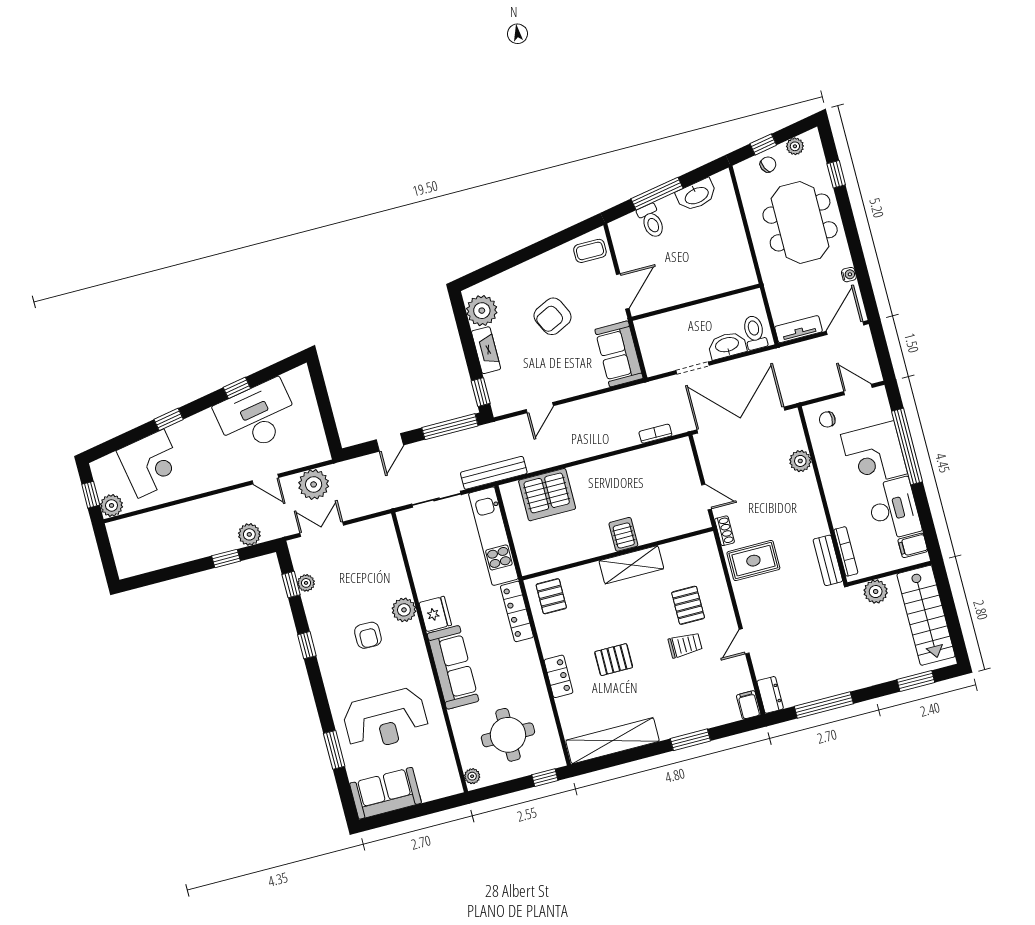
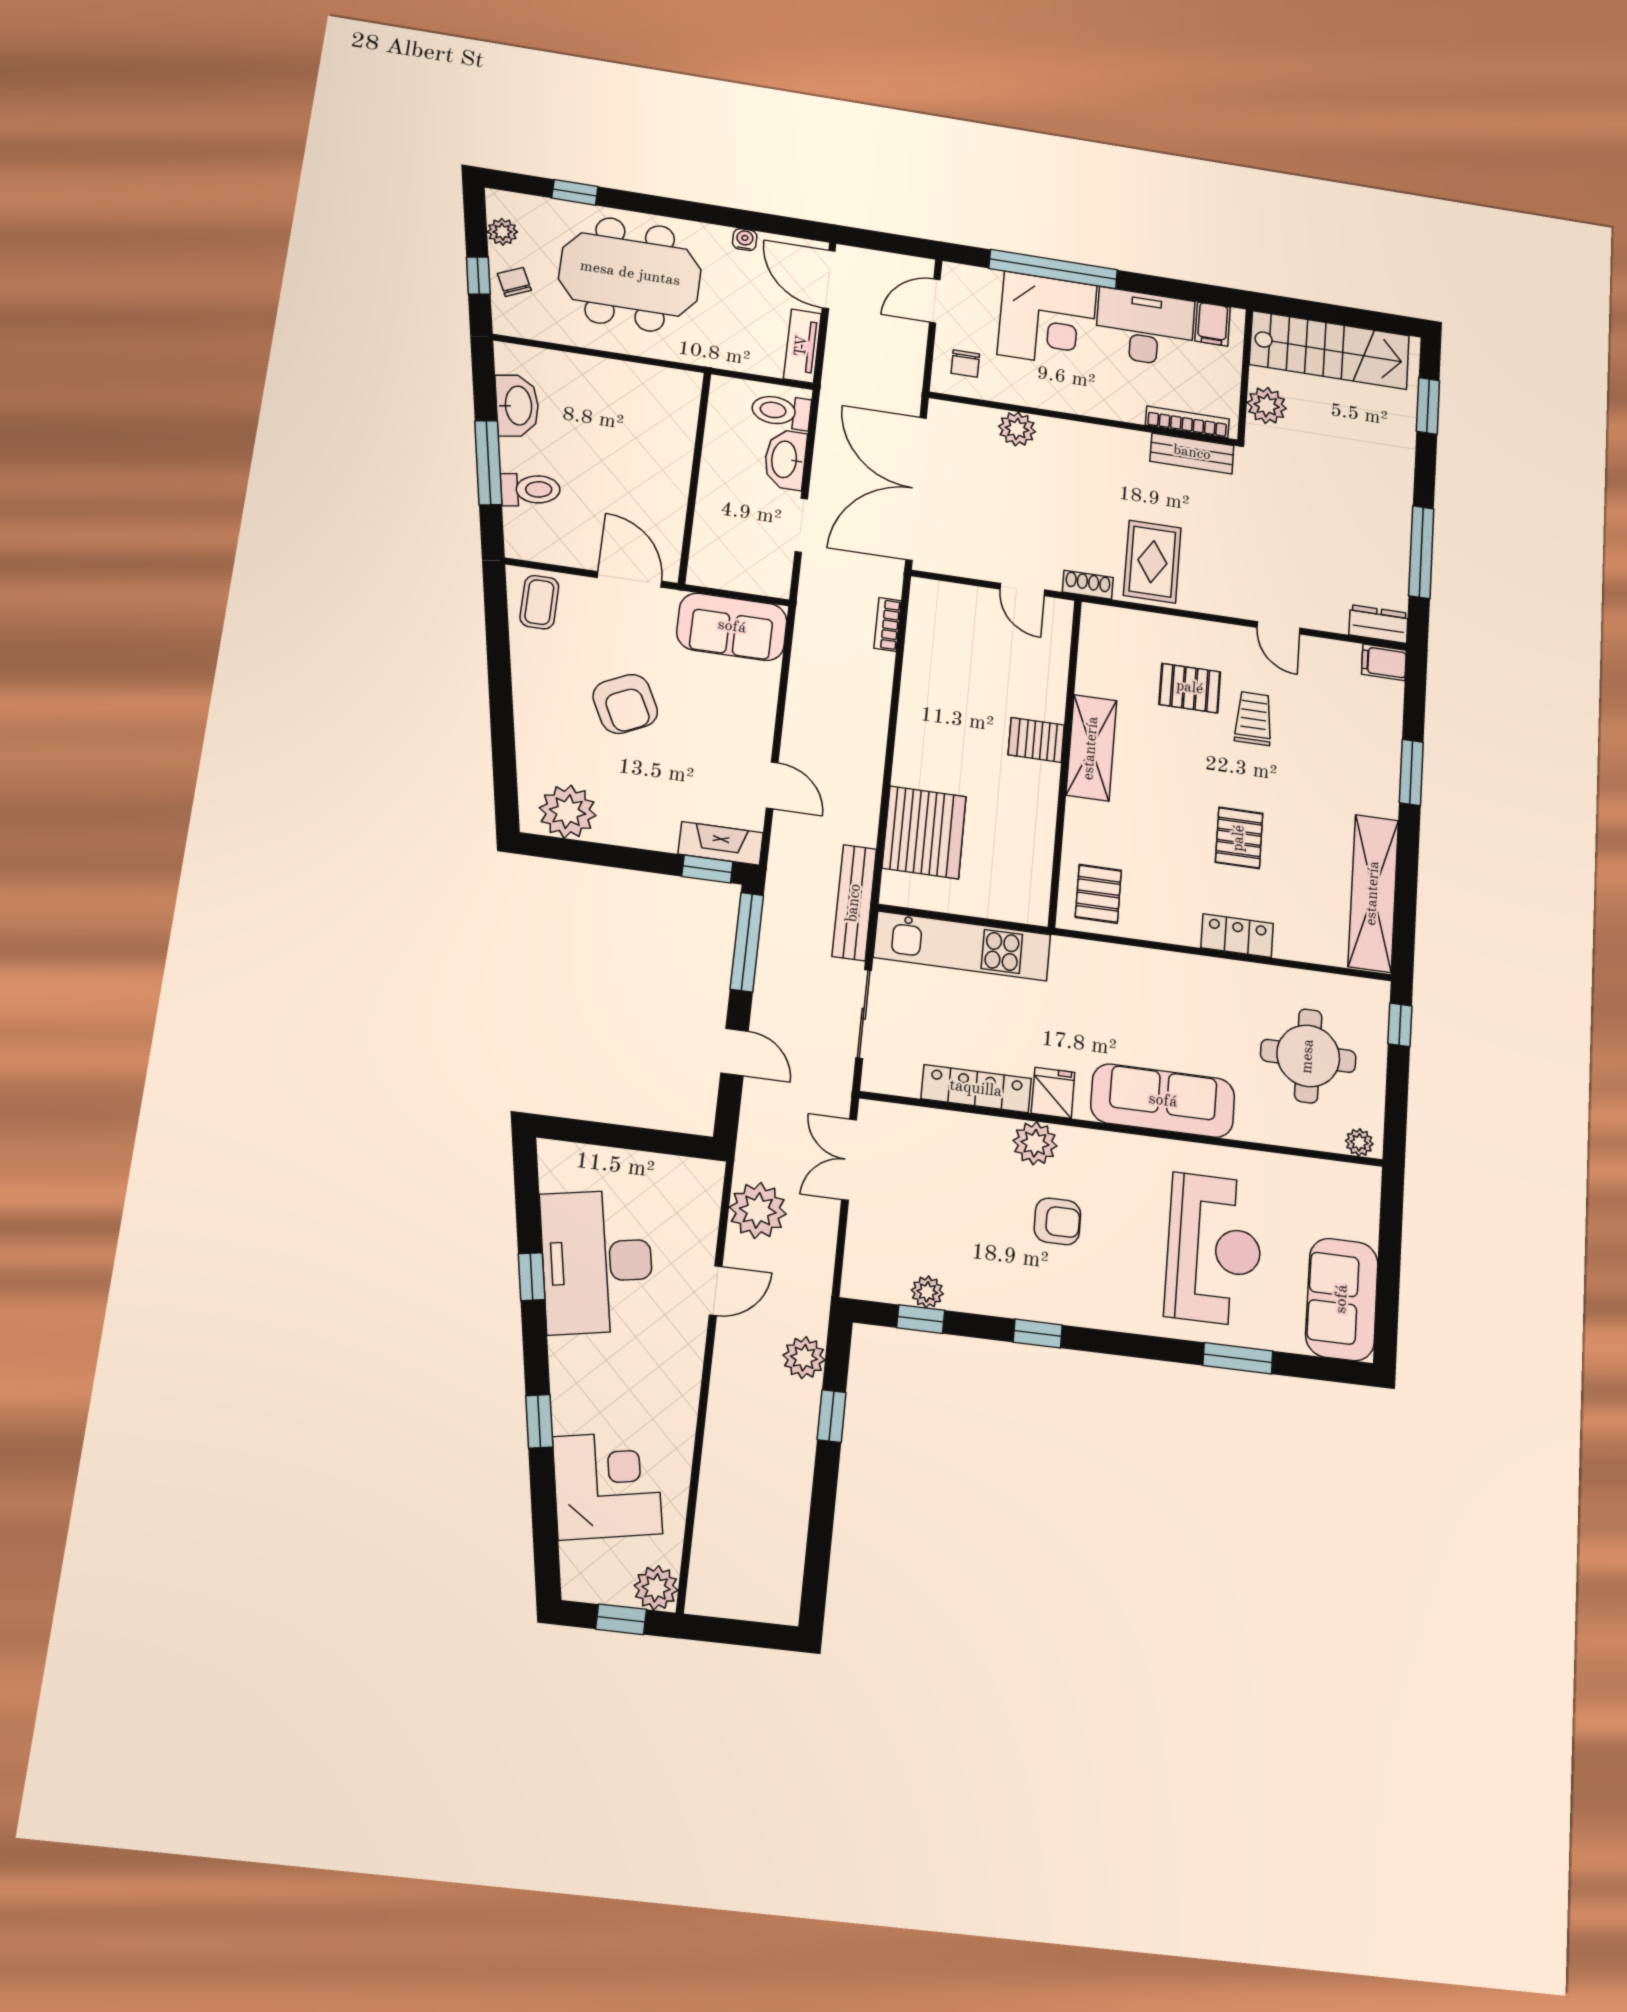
fireplace: (486, 350) -> (721, 843), moved
door: (707, 497) -> (1022, 590), swing flipped
double door: (322, 529) -> (849, 1160), moved
pallet: (551, 596) -> (1098, 894), turned 90
locker: (517, 611) -> (976, 1089), moved, turned 180
fridge: (435, 614) -> (1053, 1093), width x0.72

